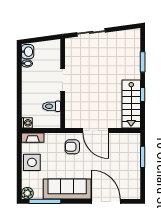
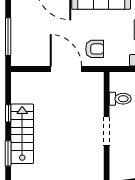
stairs: (131, 104) -> (22, 134), moved
window: (143, 157) -> (8, 37), width x1.44

